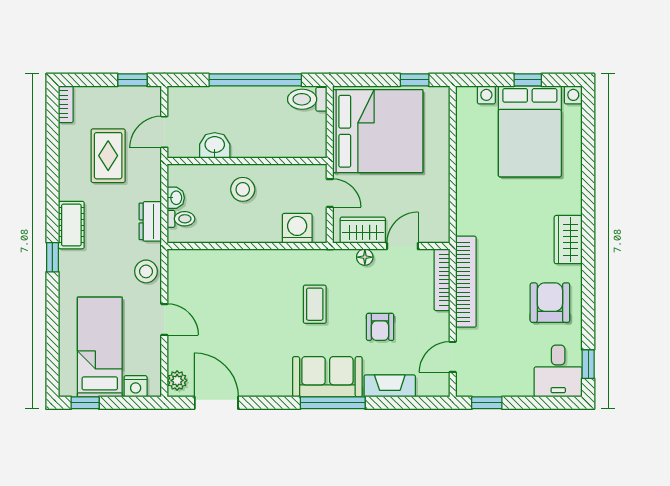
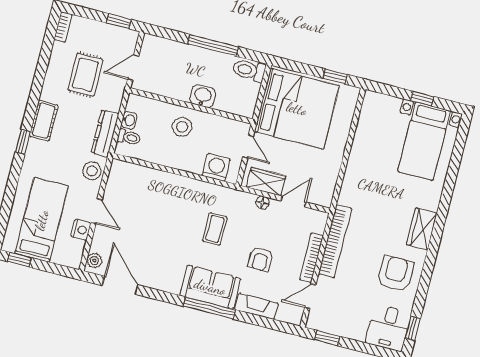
window: (255, 80) -> (213, 45), width x0.68
bed with nightstands: (530, 131) -> (424, 141), width x0.73
washbasin: (215, 145) -> (203, 96), moved
dresser: (150, 221) -> (105, 133), width x1.44
bookcase: (442, 280) -> (311, 258), moved
nightstand: (136, 386) -> (81, 230), moved, turned -90

